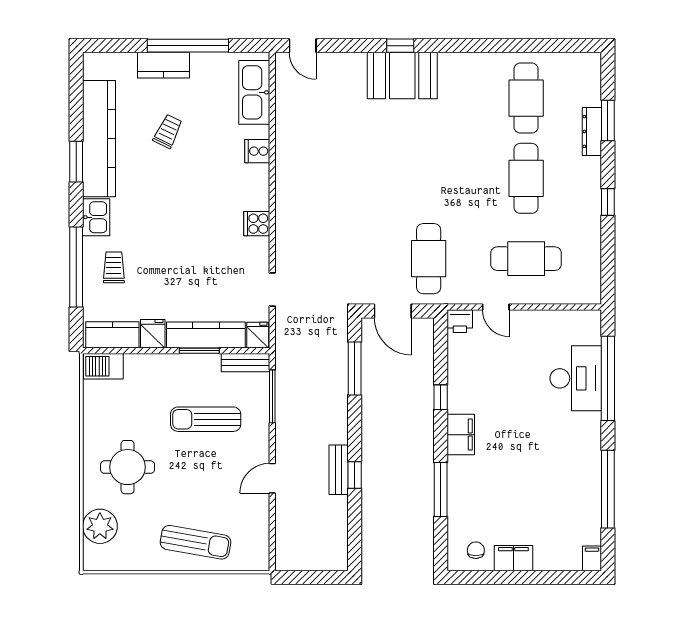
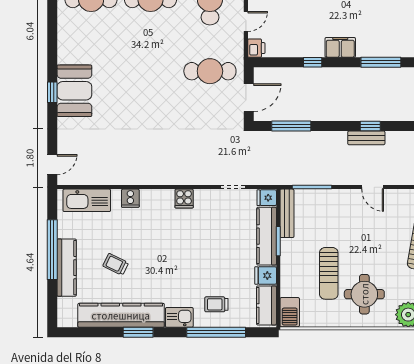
kitchen counter: (163, 65) -> (67, 268), width x1.50
bench: (245, 363) -> (287, 213), width x1.36
sun lounger: (206, 419) -> (329, 273), moved

